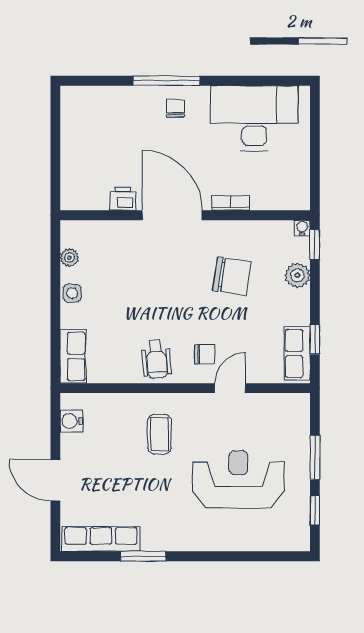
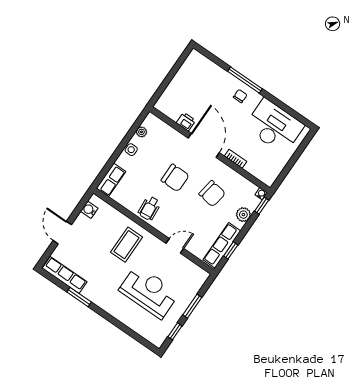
chair: (205, 354) -> (175, 178), moved, width x1.87, depth x1.87
row of seats: (297, 354) -> (222, 245), width x1.48
coffee table: (160, 434) -> (127, 245), width x1.36, depth x1.30

